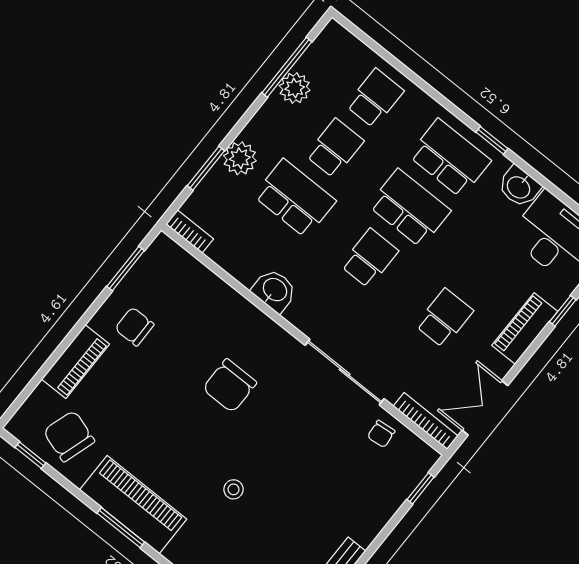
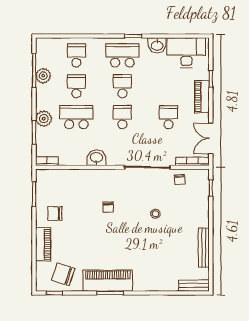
school desk: (410, 208) -> (122, 86), width x0.54
chair: (230, 386) -> (108, 207), width x0.54, depth x0.54
stool: (234, 489) -> (155, 214), moved

